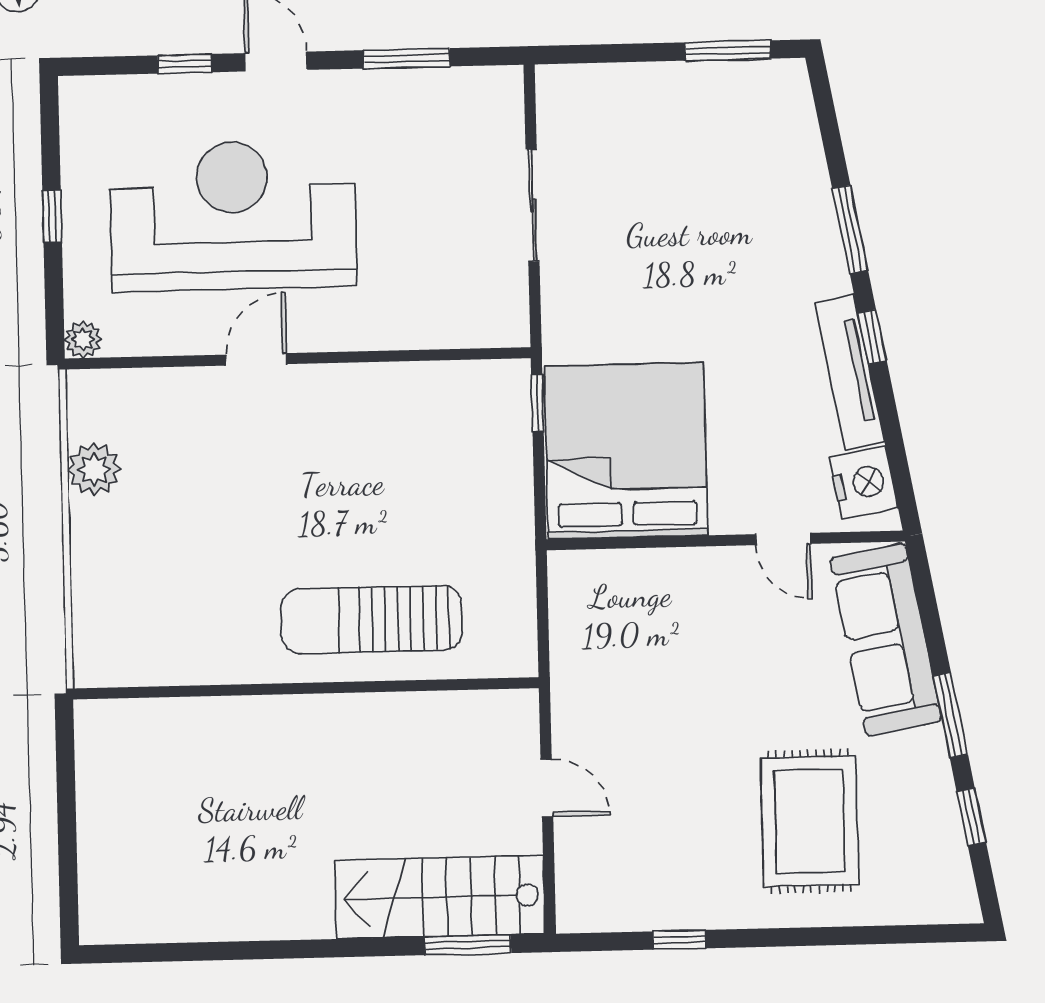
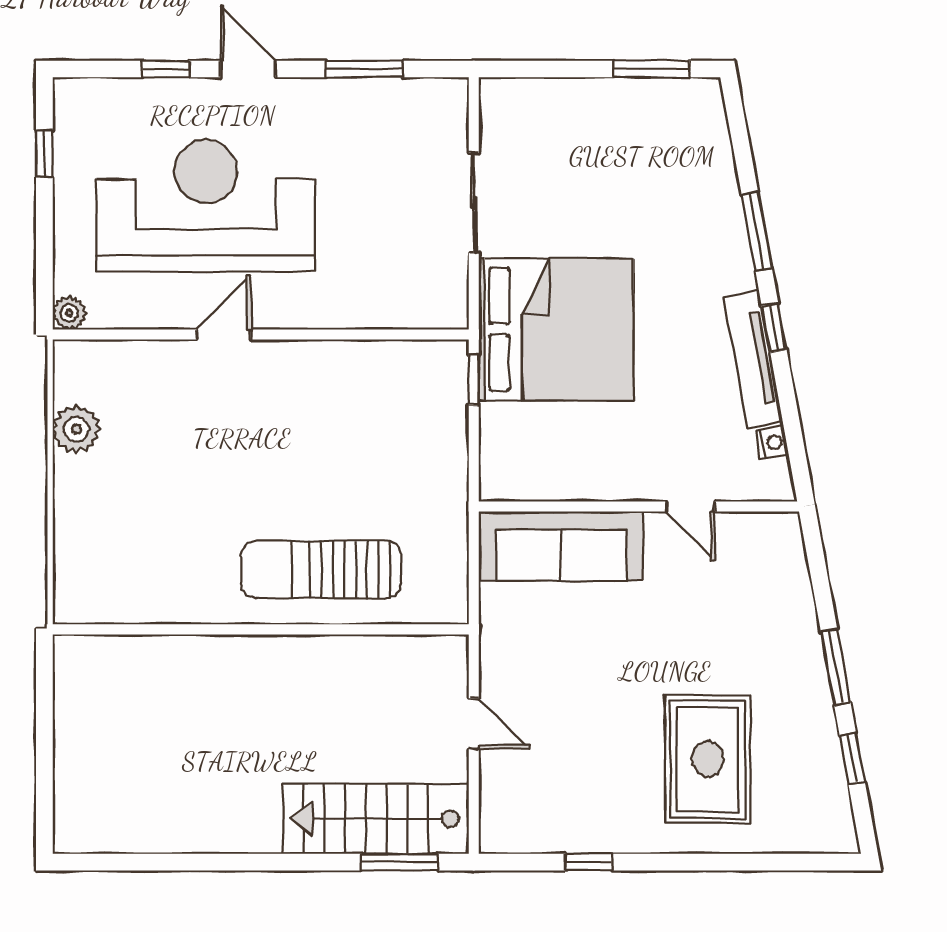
window: (52, 216) -> (44, 153), moved
bed: (626, 451) -> (556, 329), moved, turned 90
nightstand: (864, 483) -> (772, 443), width x0.53, depth x0.56
sofa: (886, 640) -> (561, 546), moved, turned -80

